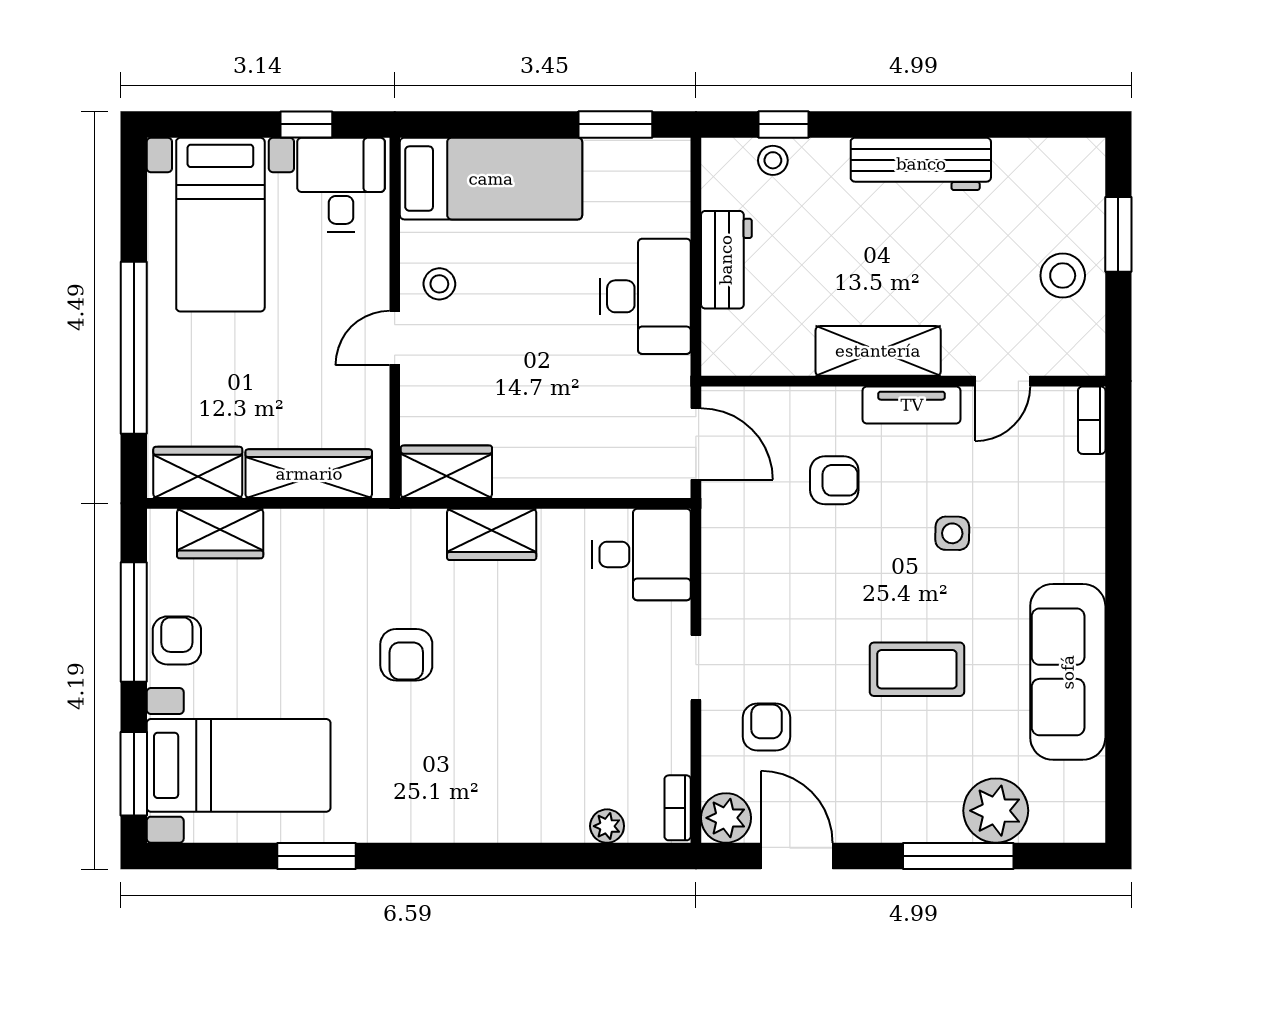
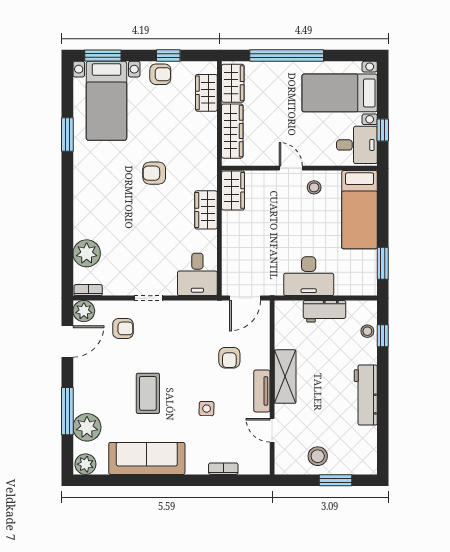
bookcase: (1092, 420) -> (223, 469), moved
window: (134, 622) -> (168, 56), width x0.46
plant: (1081, 814) -> (85, 464), added
plant: (607, 826) -> (87, 253), width x1.88, depth x1.88

